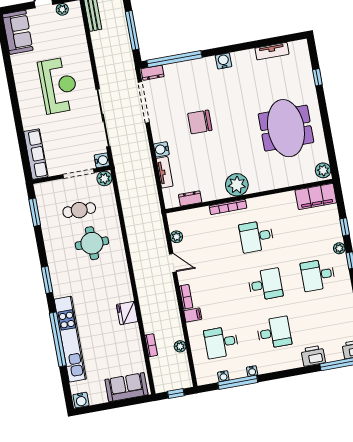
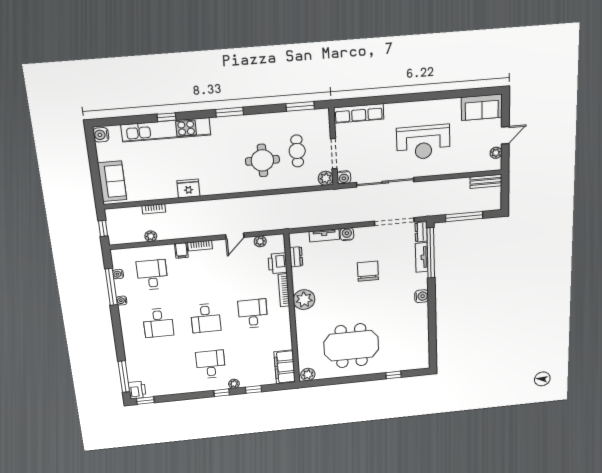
tv unit: (272, 51) -> (422, 257), moved
window: (58, 339) -> (166, 117), width x0.32
printer: (313, 356) -> (278, 263), moved, turned 180

